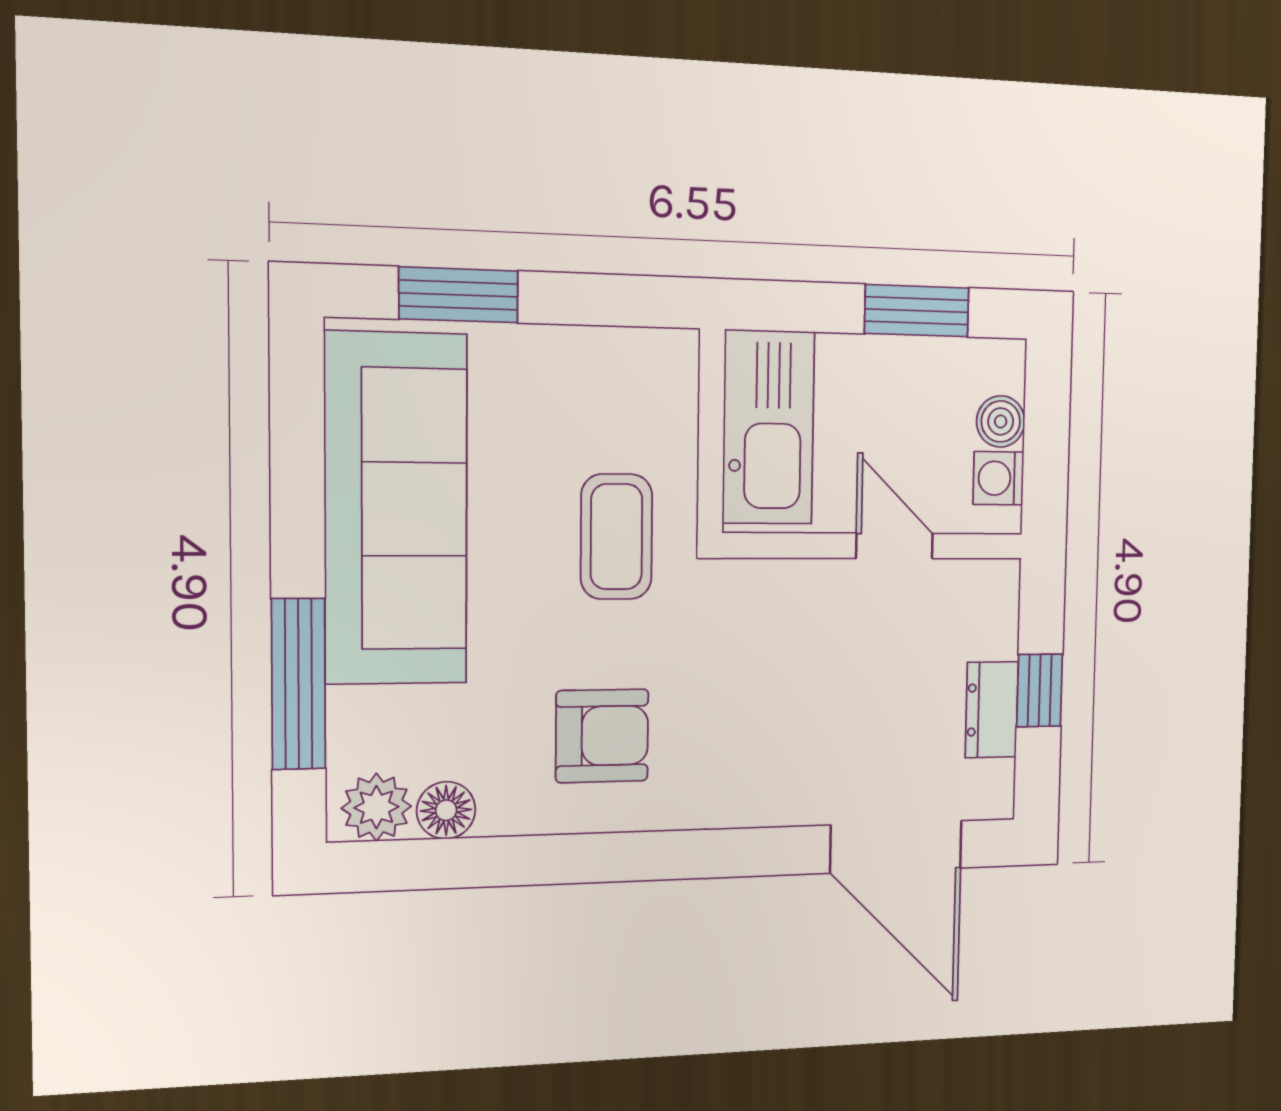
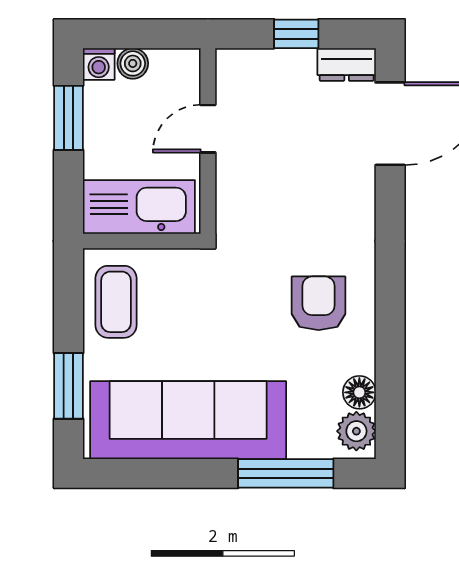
washing machine: (998, 478) -> (99, 64), moved
coffee table: (616, 537) -> (116, 302), moved, turned 90
dresser: (992, 710) -> (347, 65), moved

